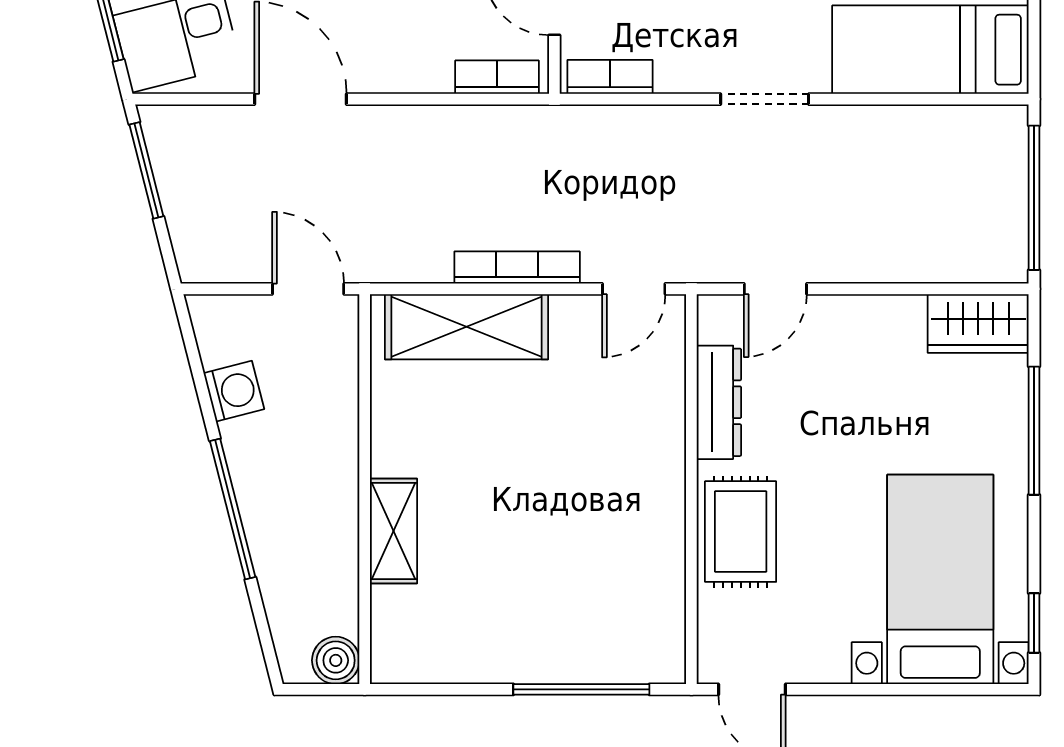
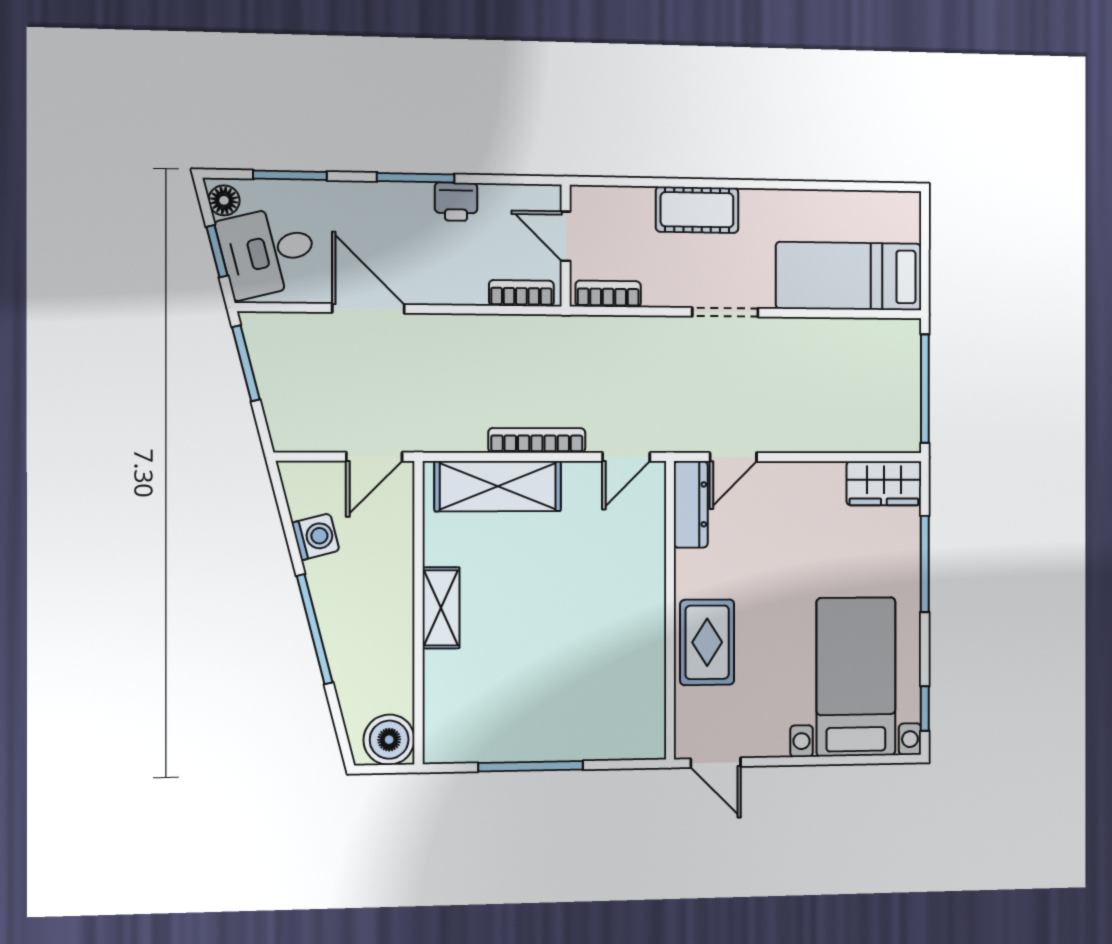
door: (308, 289) -> (374, 457), swing flipped
dresser: (719, 402) -> (691, 504), moved
shelving: (394, 531) -> (441, 608), moved
boiler: (336, 660) -> (389, 740), width x1.36, depth x1.36
window: (581, 689) -> (531, 766), moved

